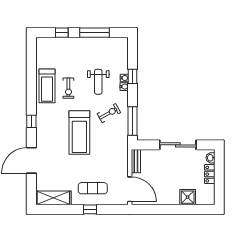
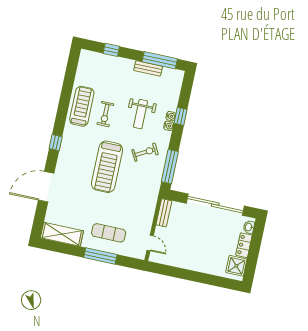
window: (94, 33) -> (160, 60), moved
bench: (96, 42) -> (148, 68), added
treadmill: (47, 86) -> (82, 106), turned 180
sliding door: (178, 145) -> (215, 205), width x1.36
door: (130, 189) -> (150, 243), width x0.53
shower: (188, 197) -> (236, 266), moved
window: (90, 209) -> (100, 256), width x2.17

